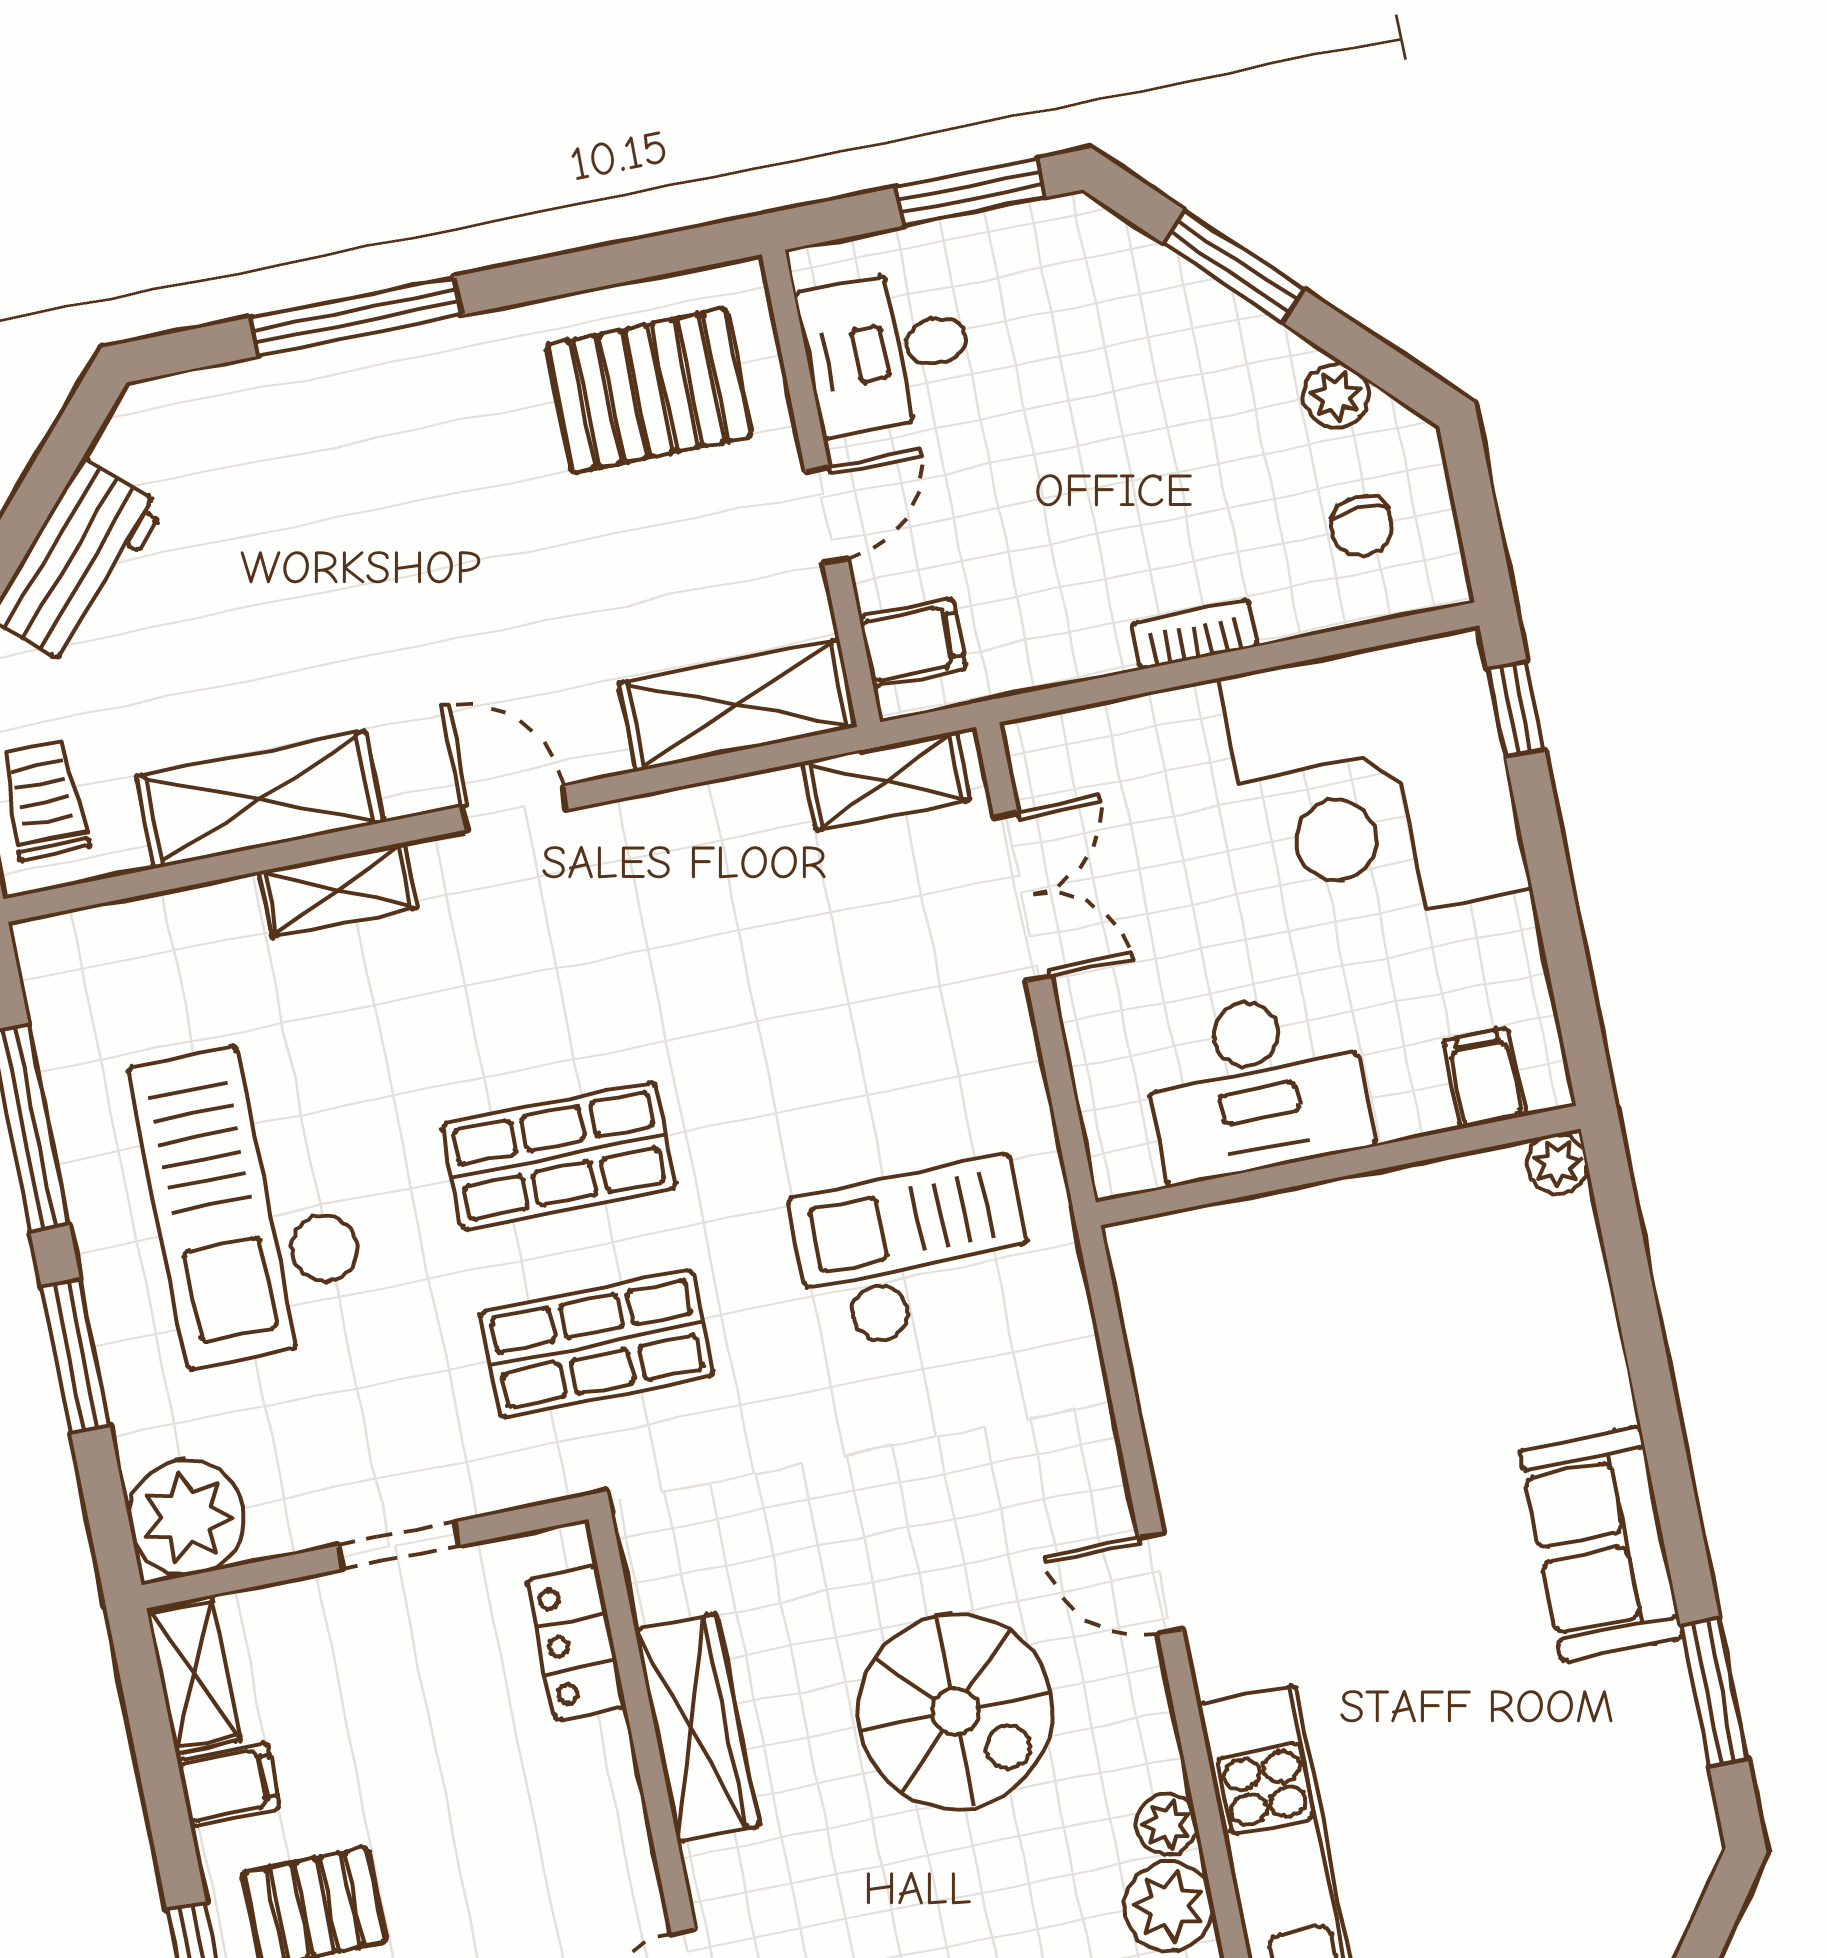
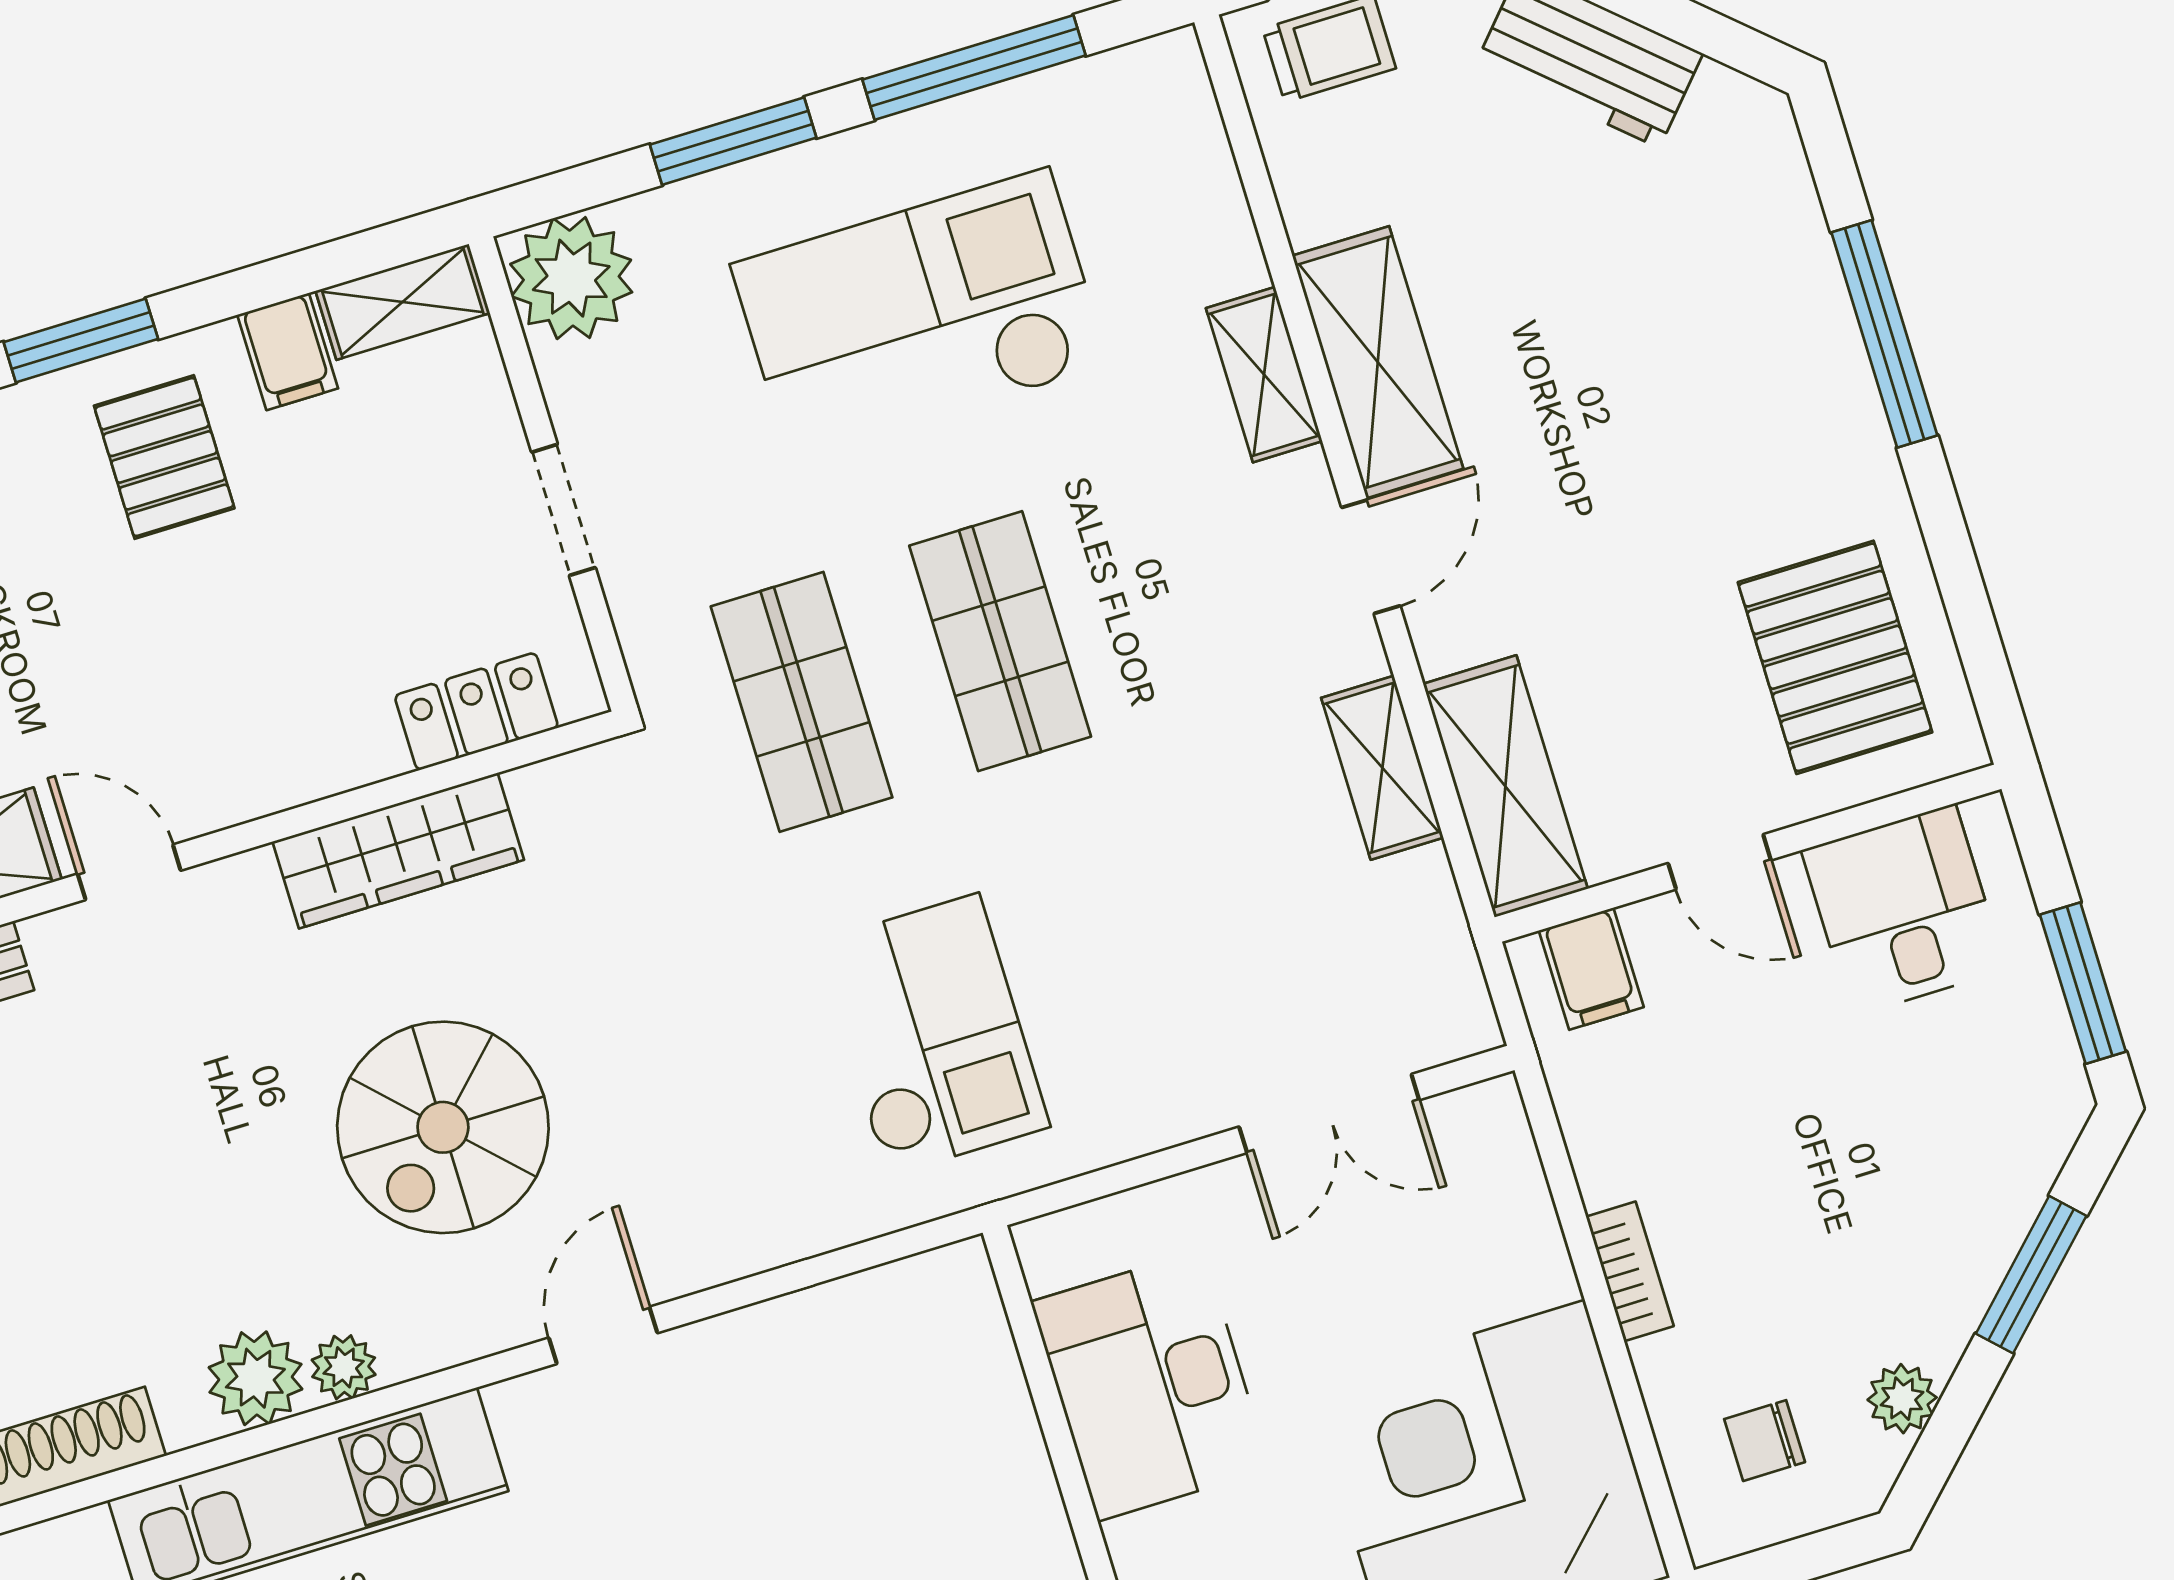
shelving: (886, 781) -> (1382, 768), moved
shelving: (260, 800) -> (1378, 362), moved

